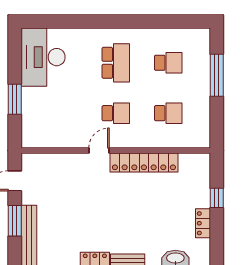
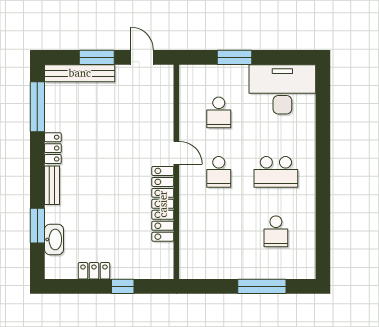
school desk: (168, 113) -> (219, 112), moved

